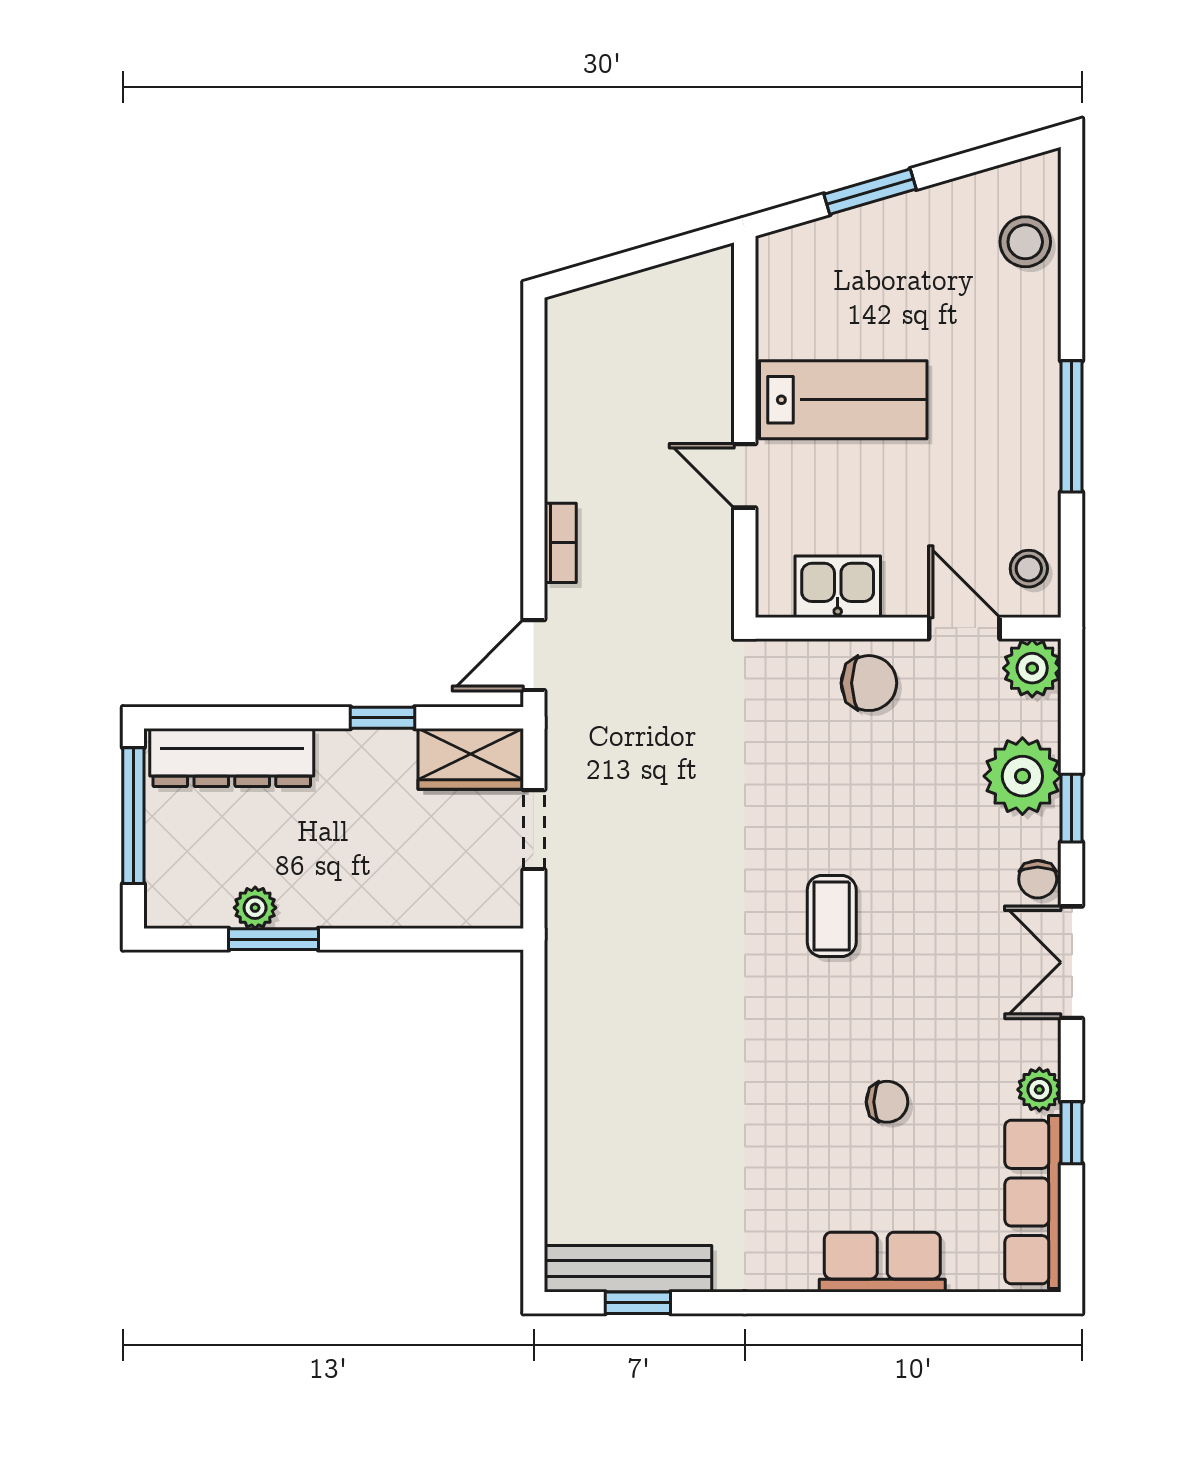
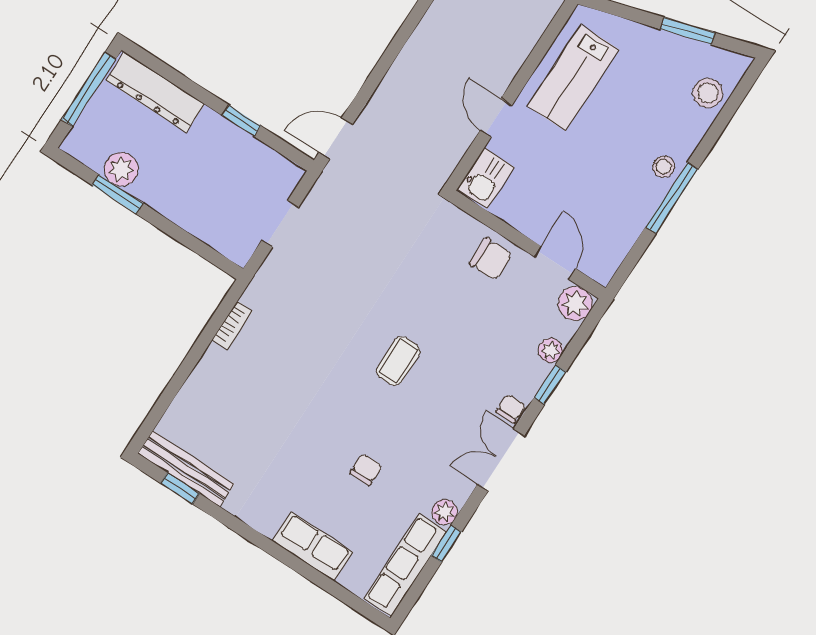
window: (870, 192) -> (688, 31), moved
lab bench: (843, 400) -> (573, 78), moved, turned 90
bookcase: (560, 543) -> (232, 325), moved
stool: (1029, 569) -> (664, 167), moved
kitchen sink: (838, 587) -> (486, 178), moved, turned 90
wardrobe: (471, 759) -> (272, 169), removed
plant: (1022, 776) -> (551, 350), width x0.53, depth x0.53
chair: (1038, 879) -> (511, 409), turned 180
plant: (255, 908) -> (121, 169), width x1.38, depth x1.38
chair: (887, 1102) -> (366, 469), turned -90

